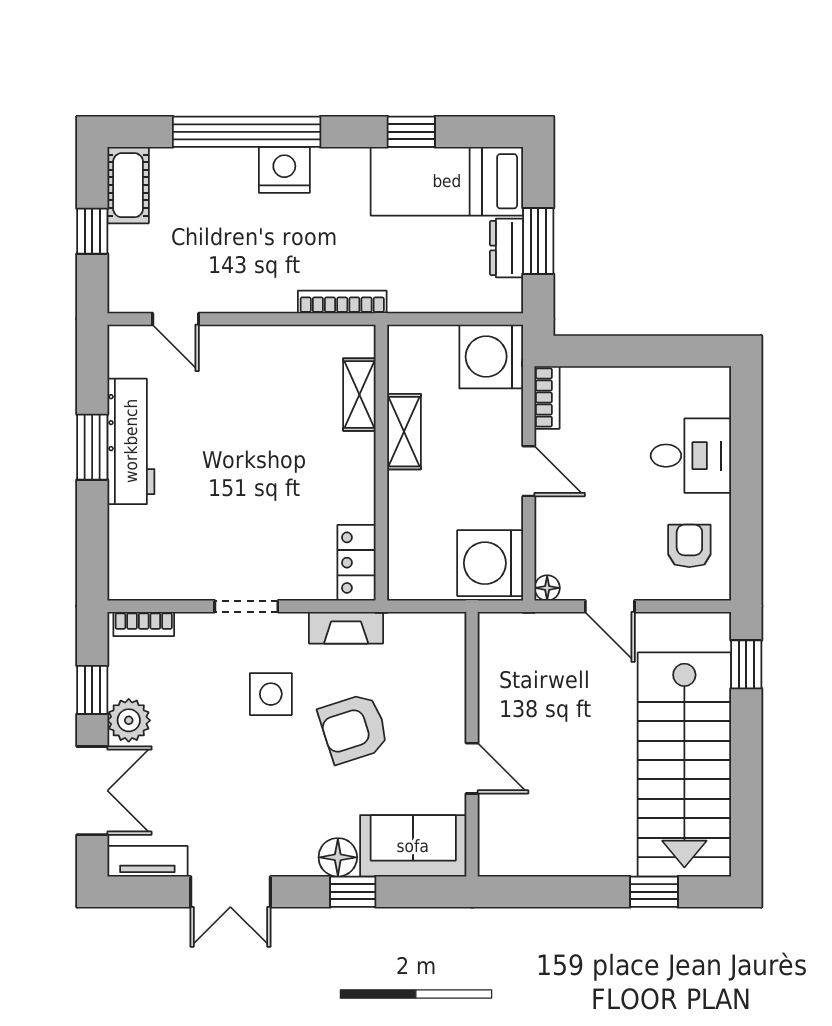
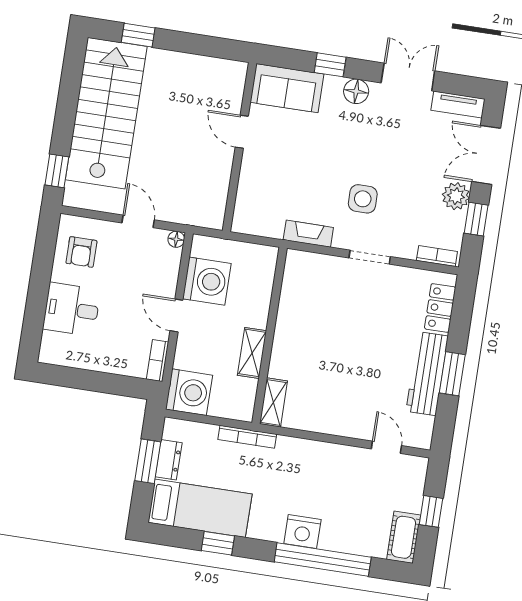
bookcase: (342, 302) -> (247, 437), moved
shelving: (359, 395) -> (273, 402), moved
locker: (357, 563) -> (440, 308), moved, turned 180
washing machine: (490, 563) -> (207, 281), moved
armchair: (354, 728) -> (313, 169), removed
floor lamp: (338, 857) -> (356, 91), moved

